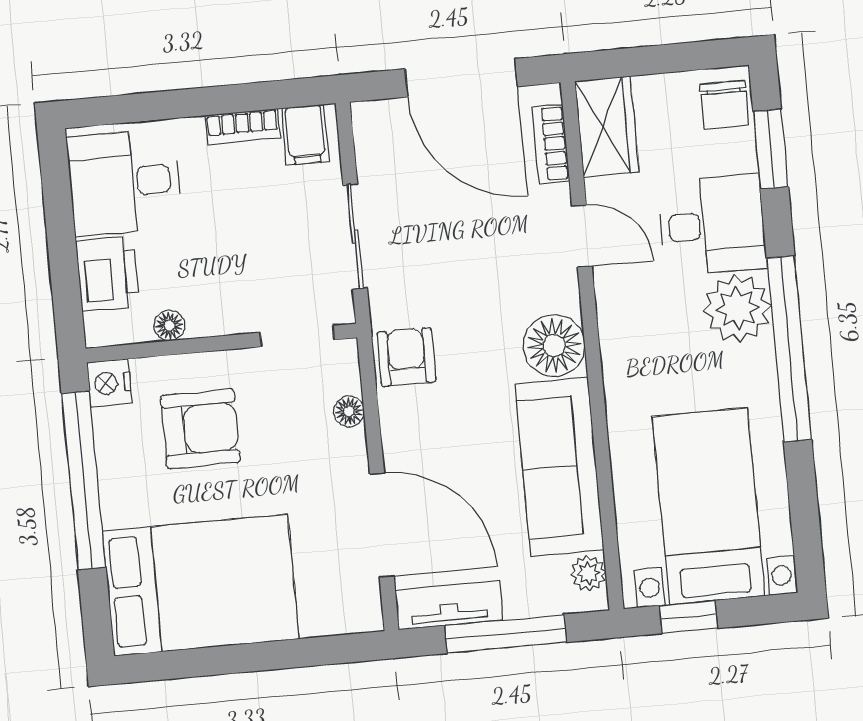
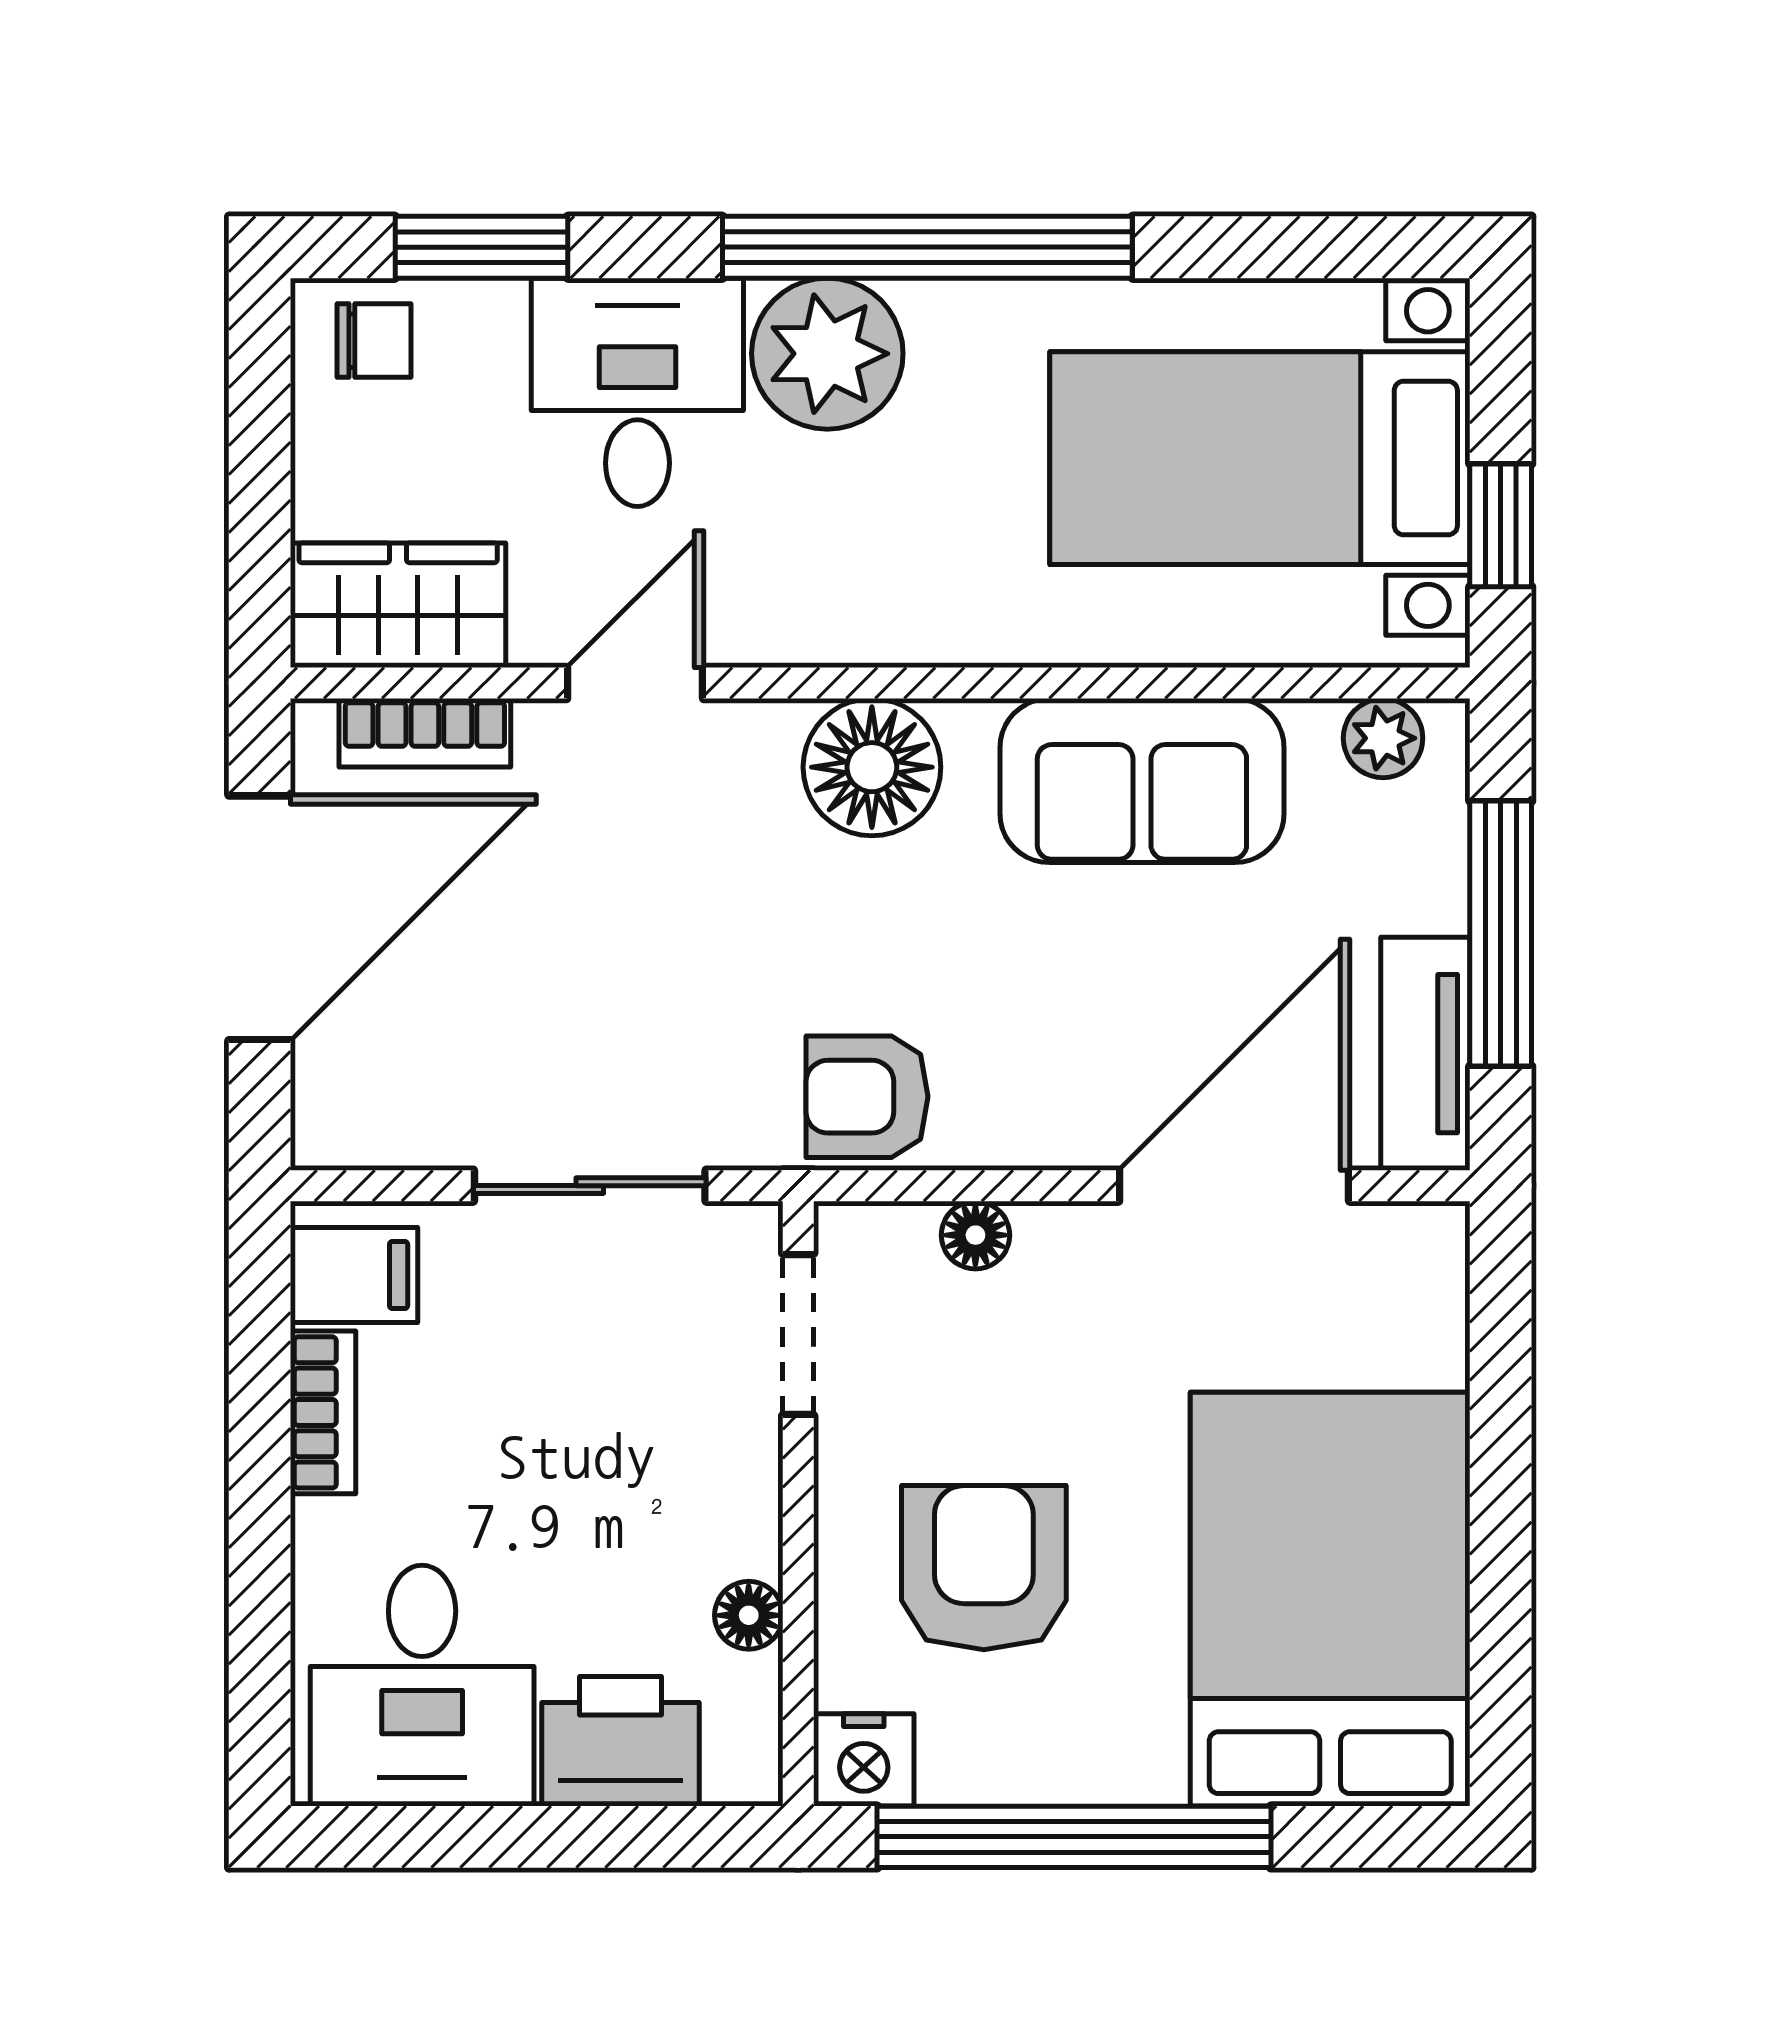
chair: (724, 105) -> (374, 340), width x0.73, depth x0.73
sofa: (559, 467) -> (1142, 781), width x0.73

